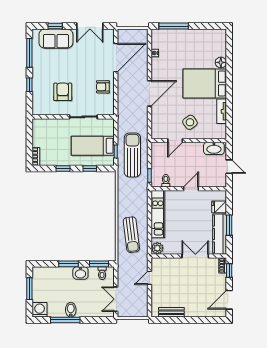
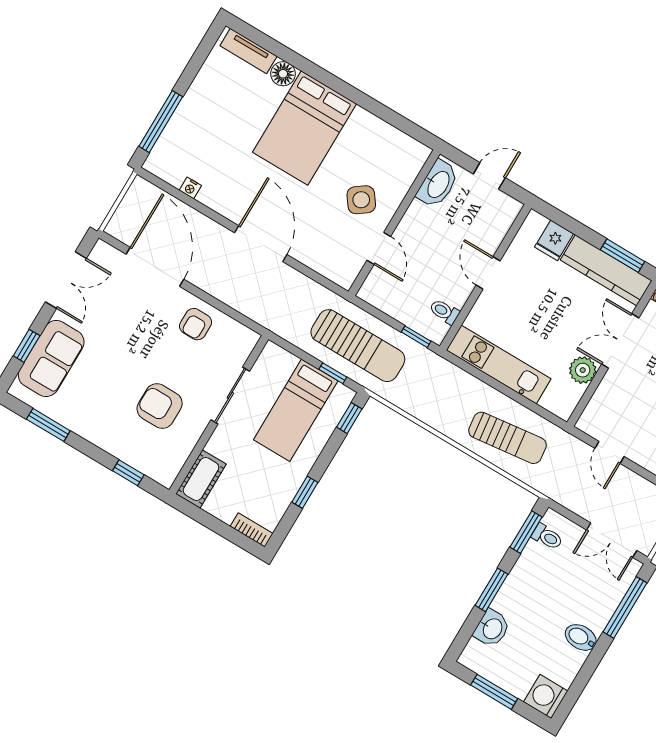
window: (29, 53) -> (48, 425), width x0.69
window: (29, 85) -> (128, 473), moved
tv unit: (222, 111) -> (248, 51), moved
cot: (44, 125) -> (201, 479), added
sun lounger: (132, 155) -> (358, 346), turned 180
window: (90, 168) -> (349, 418), moved
window: (229, 225) -> (623, 256), moved
plant: (157, 248) -> (583, 370), moved
washbasin: (80, 273) -> (492, 628), moved
window: (65, 320) -> (625, 607), moved

